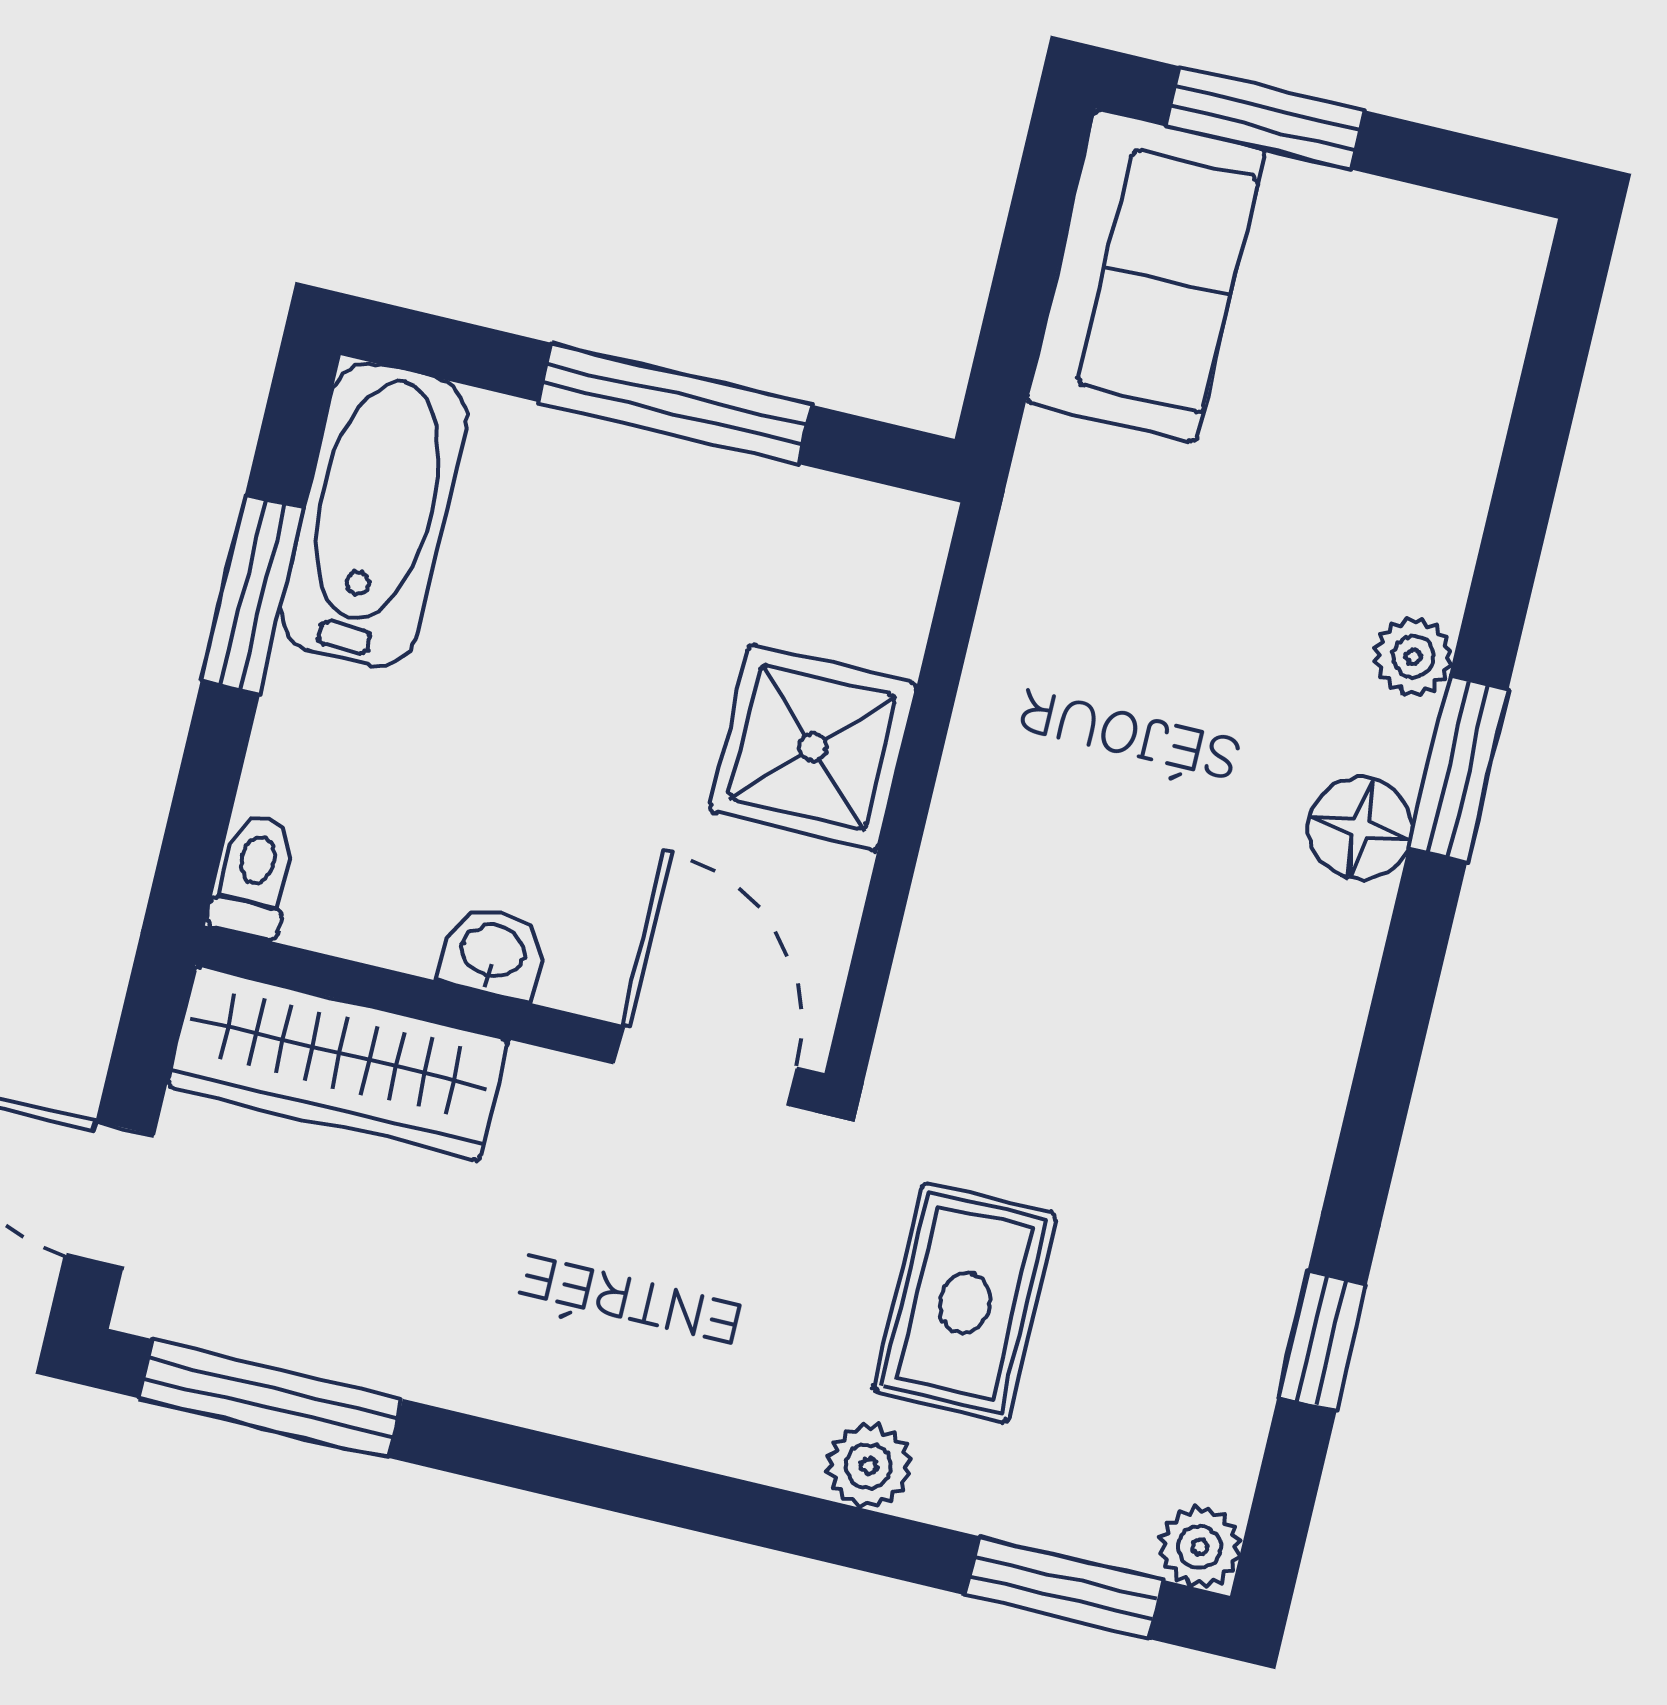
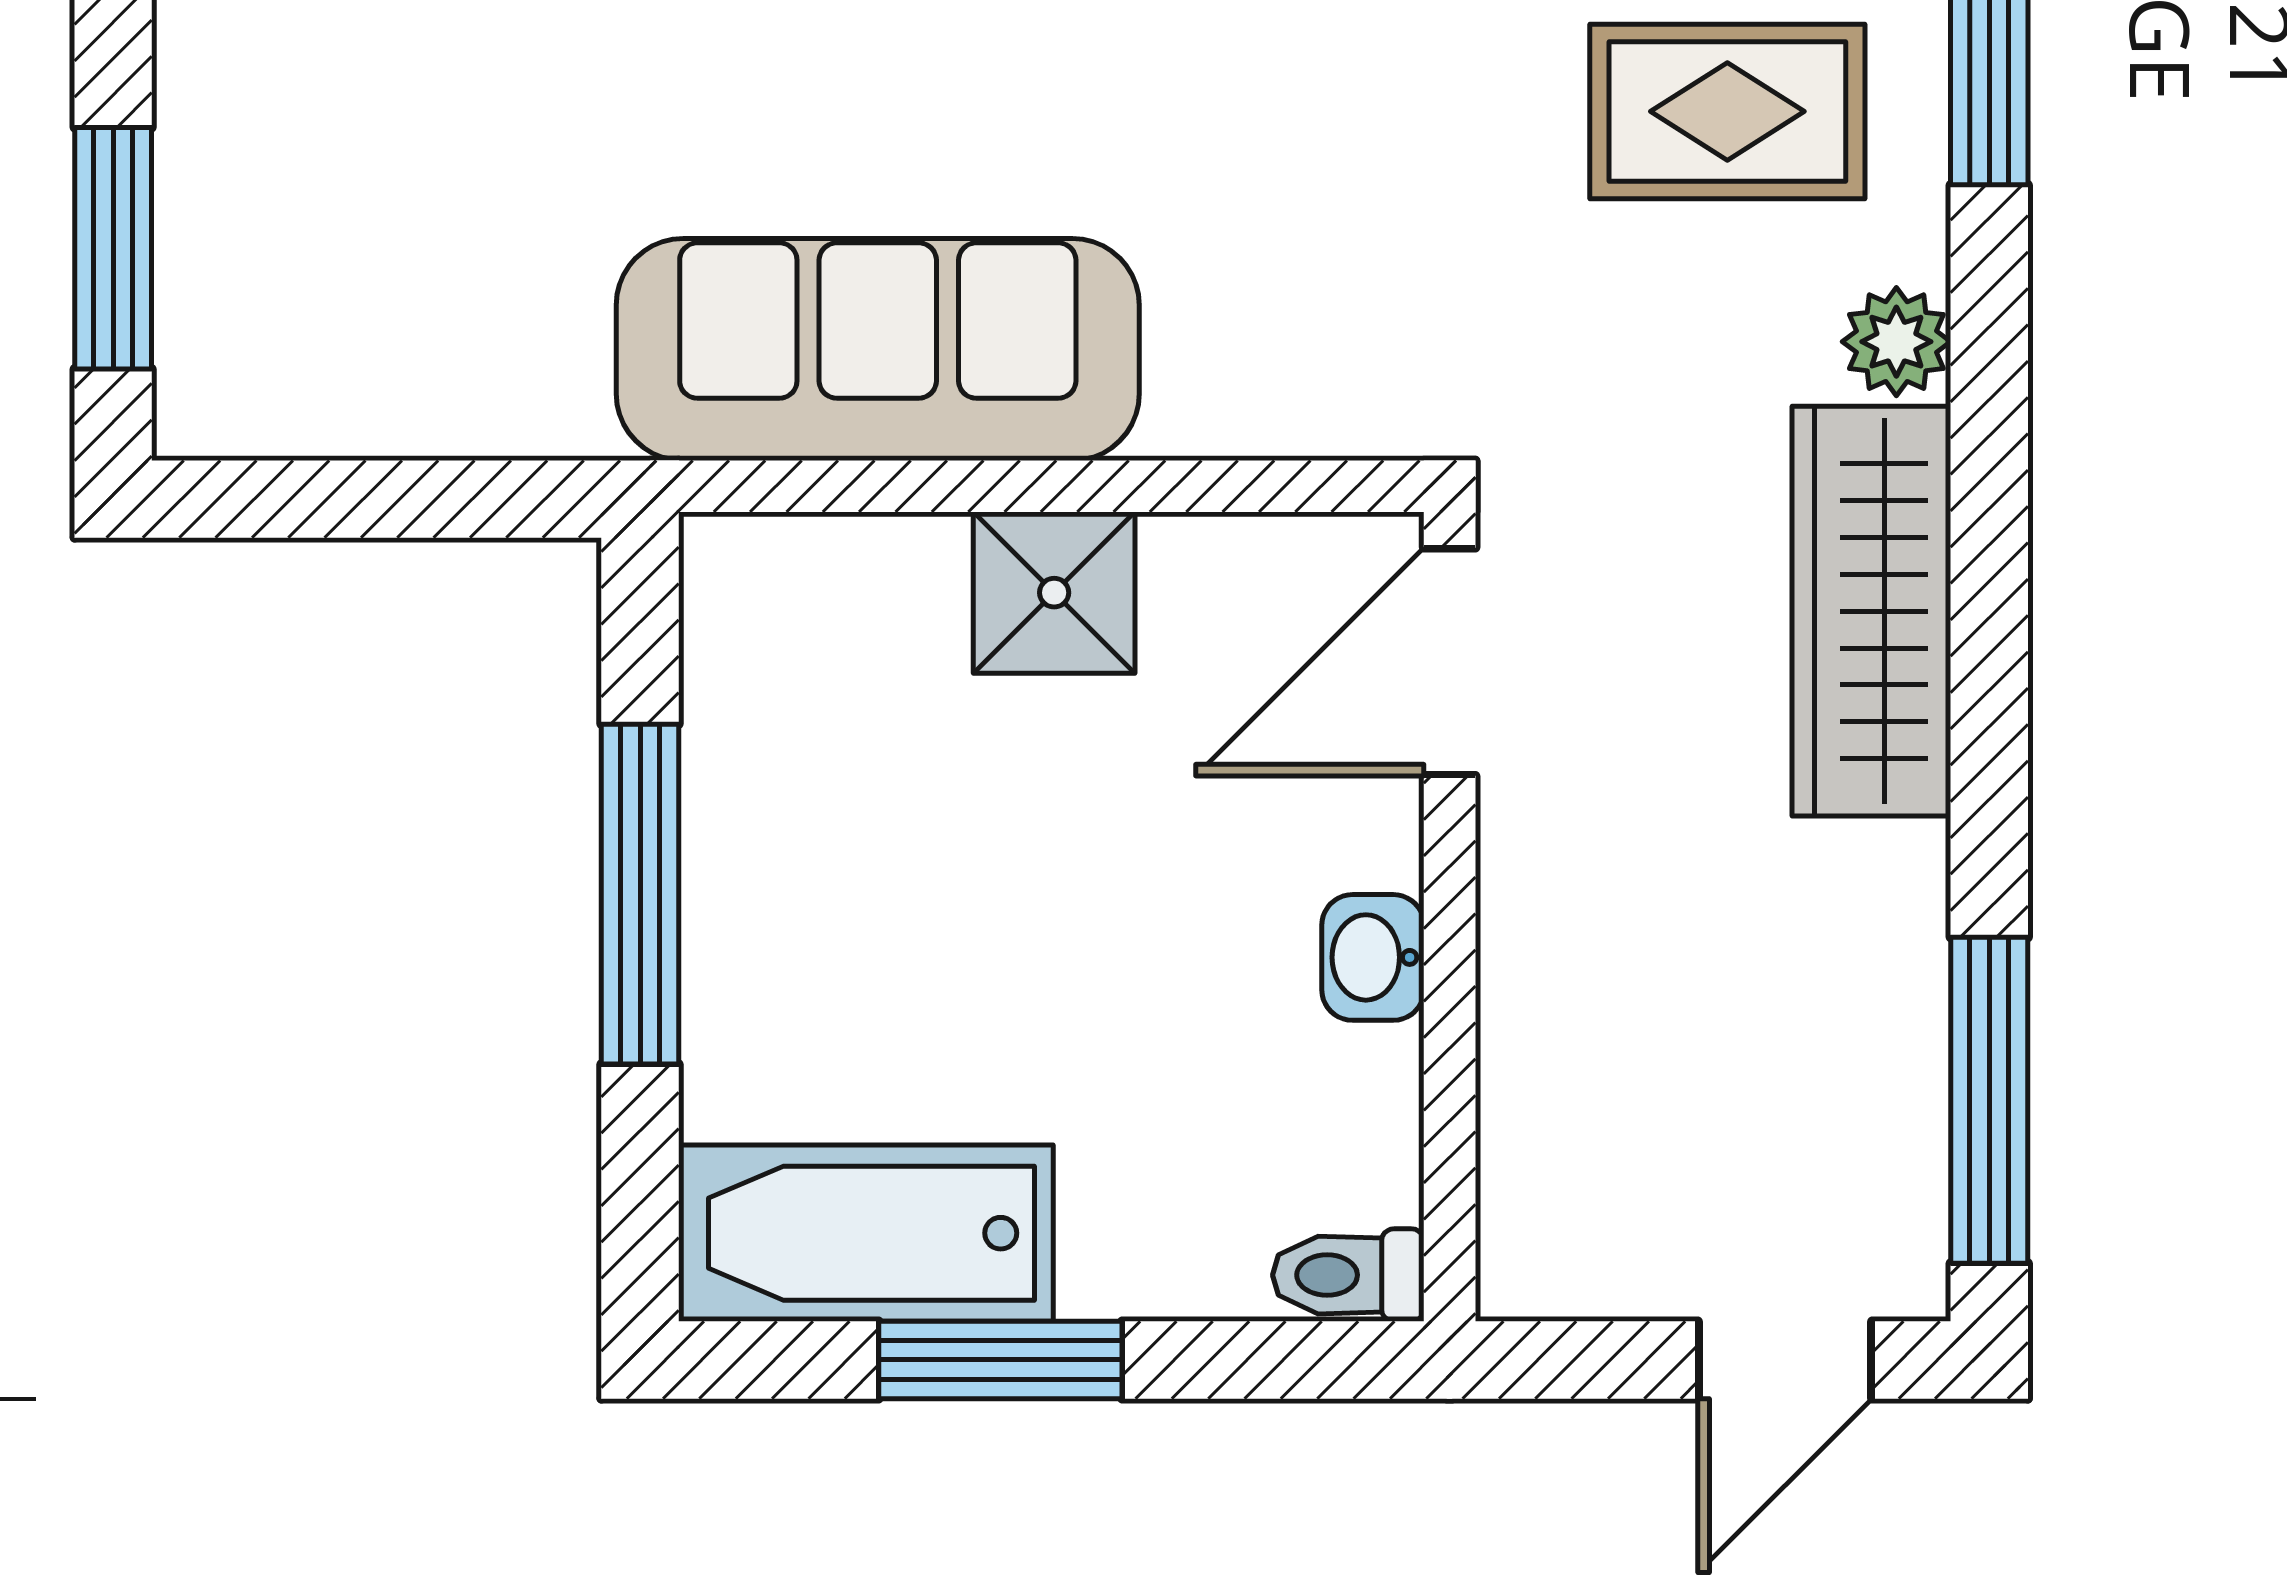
sofa: (1146, 276) -> (878, 349), moved, width x1.36
shower: (813, 748) -> (1054, 593), width x0.73, depth x0.73
wardrobe: (338, 1063) -> (1871, 611), moved, turned 180
rug: (965, 1303) -> (1727, 111), moved

